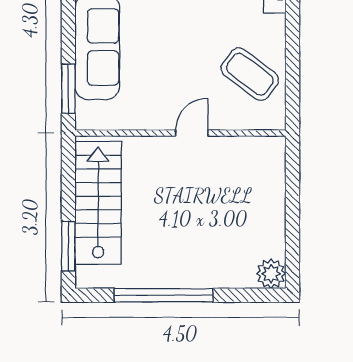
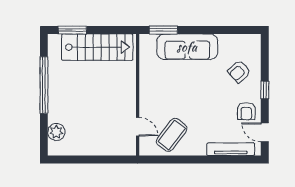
door: (192, 133) -> (138, 127), moved
plant: (271, 274) -> (56, 132), moved

